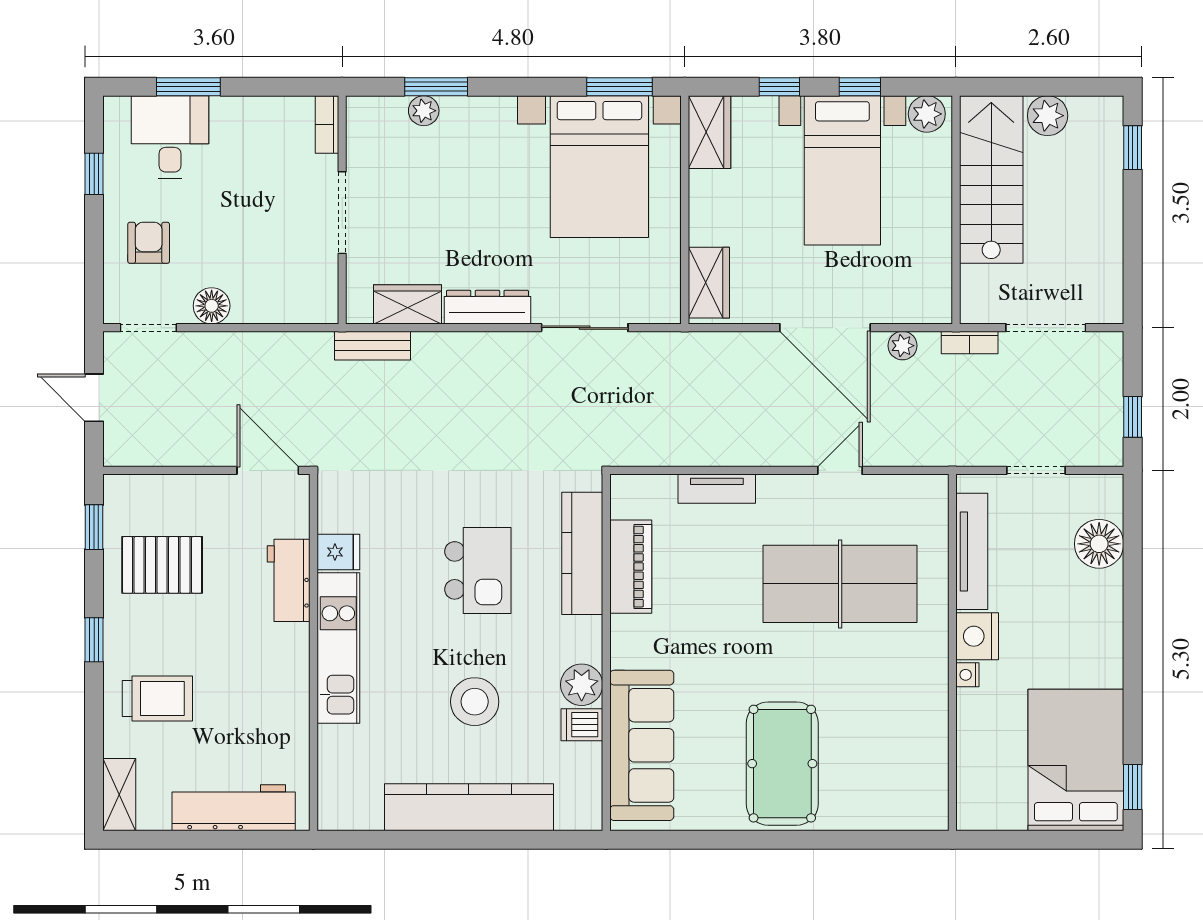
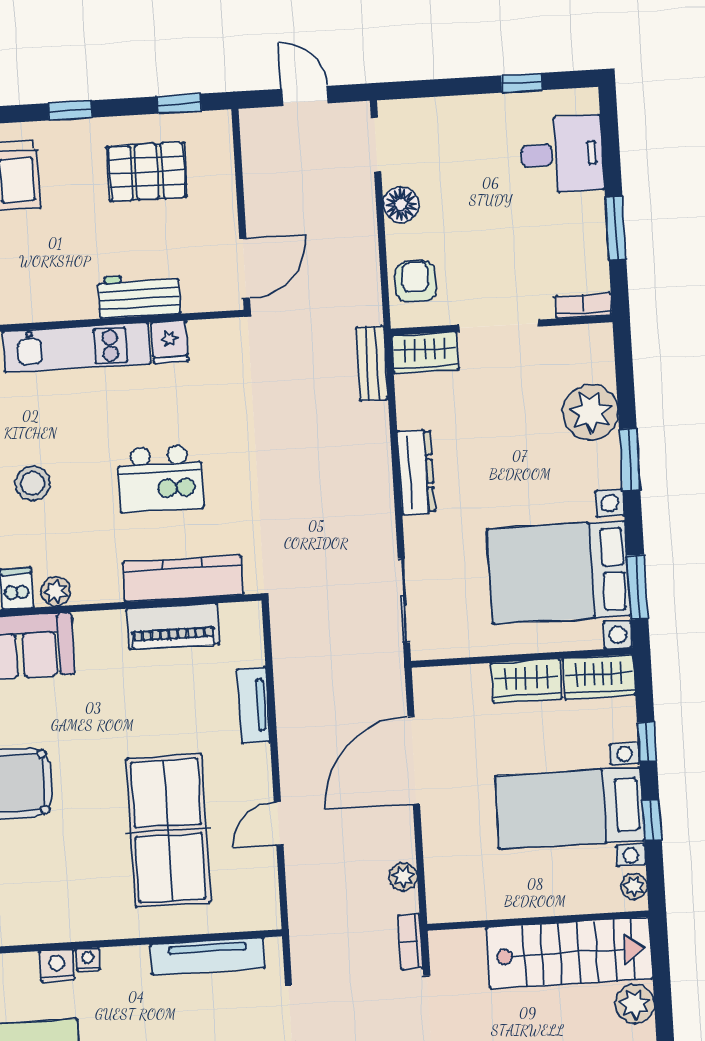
window: (188, 87) -> (616, 228), moved
window: (436, 87) -> (630, 459), moved
plant: (424, 111) -> (591, 412), width x1.88, depth x1.88
plant: (927, 114) -> (634, 886), width x0.73, depth x0.73
armchair: (149, 243) -> (416, 282), moved, turned -90
wardrobe: (709, 283) -> (526, 681), moved
wardrobe: (408, 304) -> (425, 353), moved, turned 90
sliding door: (585, 328) -> (404, 601), moved
door: (825, 328) -> (414, 760), moved
door: (94, 398) -> (305, 96), hinge flipped
door: (840, 470) -> (279, 824), swing flipped
pallet: (162, 565) -> (147, 172), turned 90
nightstand: (977, 636) -> (57, 966), moved, width x0.74, depth x0.75
plant: (582, 685) -> (56, 591), width x0.73, depth x0.73
stool: (475, 702) -> (33, 483), width x0.73, depth x0.73

